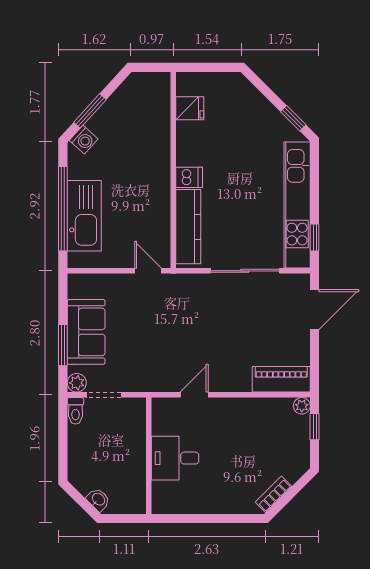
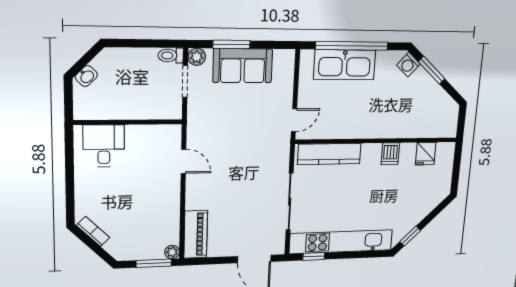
dishwasher: (189, 177) -> (390, 154), moved
window: (315, 427) -> (154, 263), width x1.50
desk: (175, 458) -> (104, 146), moved

